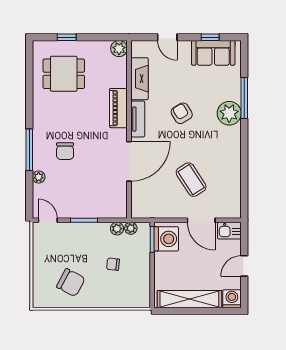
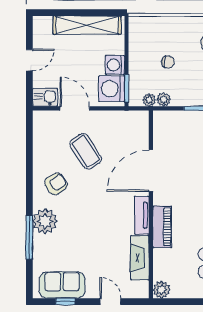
armchair: (182, 113) -> (56, 184), moved, turned -93
washing machine: (232, 299) -> (115, 65), moved, turned 90

